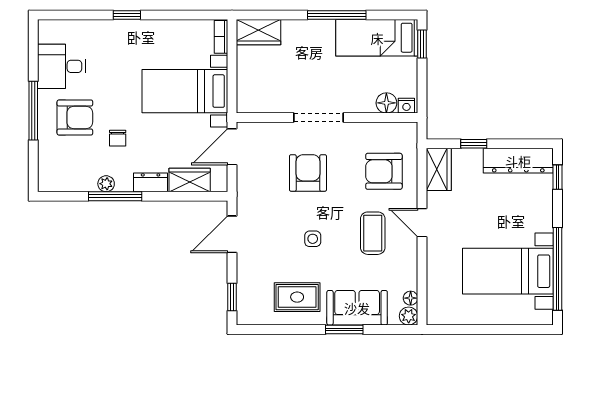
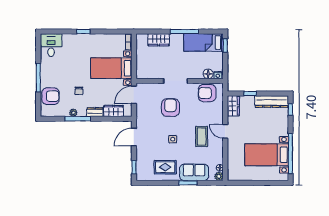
wardrobe: (258, 32) -> (159, 40), moved
desk: (61, 66) -> (51, 45), moved, turned 90
armchair: (75, 117) -> (50, 96), moved
armchair: (384, 171) -> (207, 93), moved

